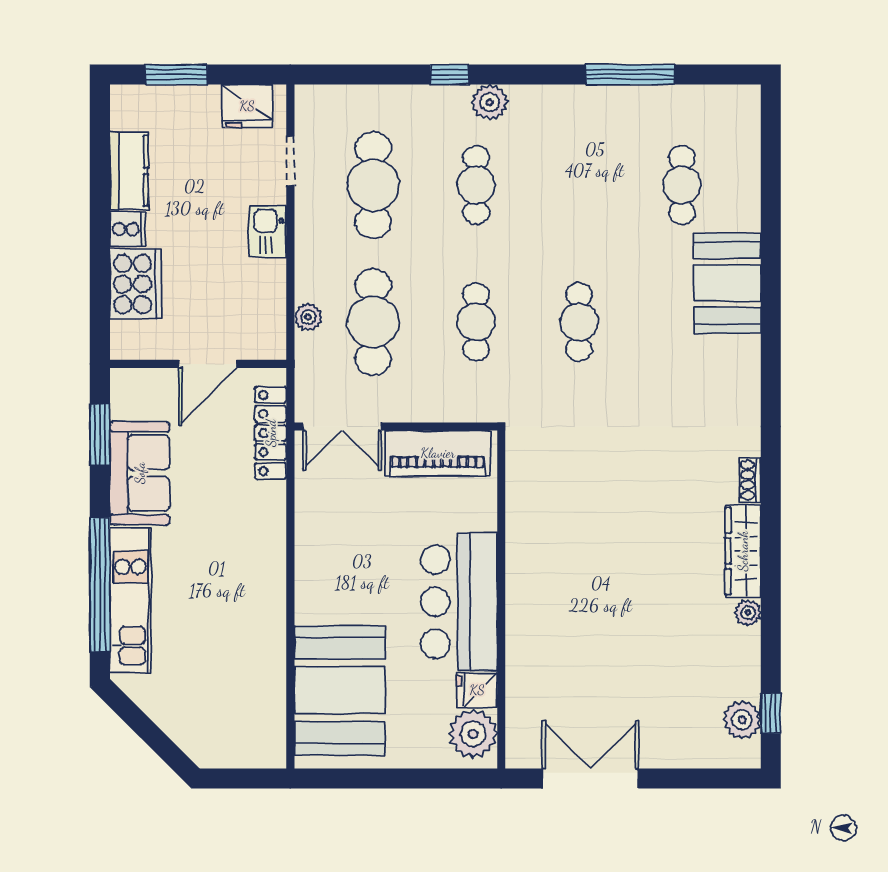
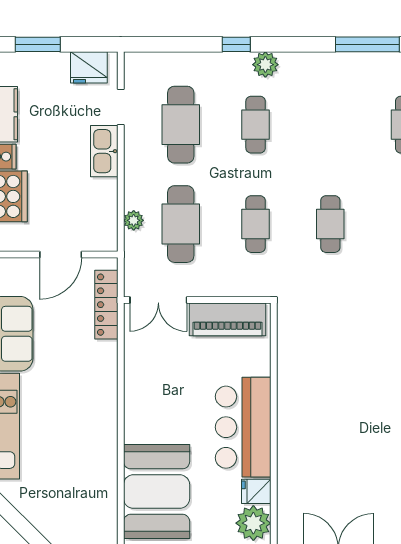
kitchen sink: (268, 231) -> (104, 151), width x1.38

